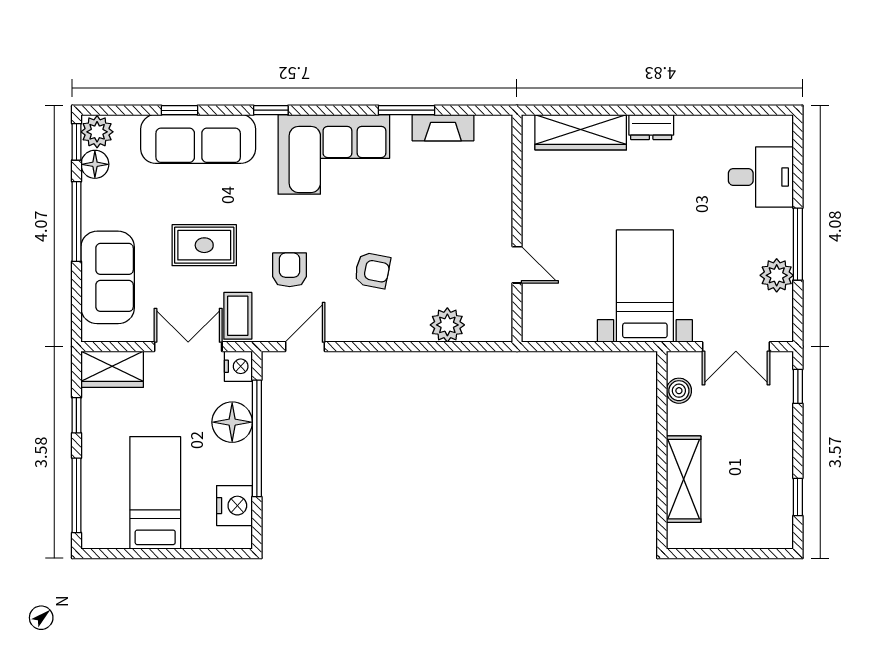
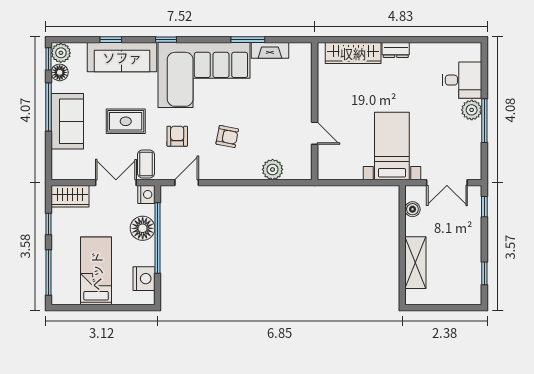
corner sofa: (334, 154) -> (204, 75), width x1.36, depth x1.36
plant: (777, 275) -> (472, 110), moved
sofa: (108, 277) -> (67, 121), moved

